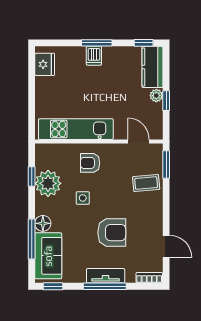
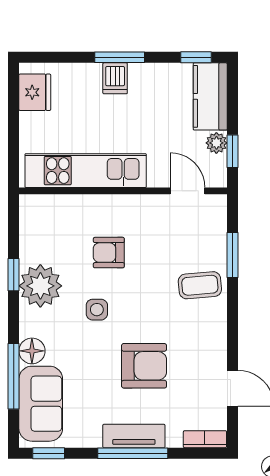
kitchen unit: (76, 129) -> (86, 171), moved
wall: (99, 141) -> (123, 191), moved
door: (139, 141) -> (188, 191), moved

